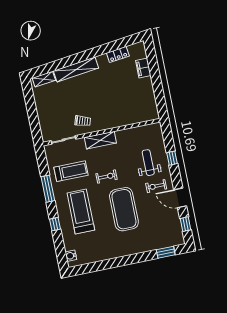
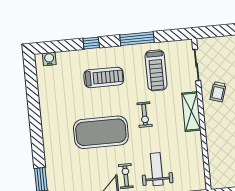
weight bench: (148, 163) -> (157, 169), turned -90
treadmill: (81, 212) -> (104, 77), width x0.73, depth x0.73

